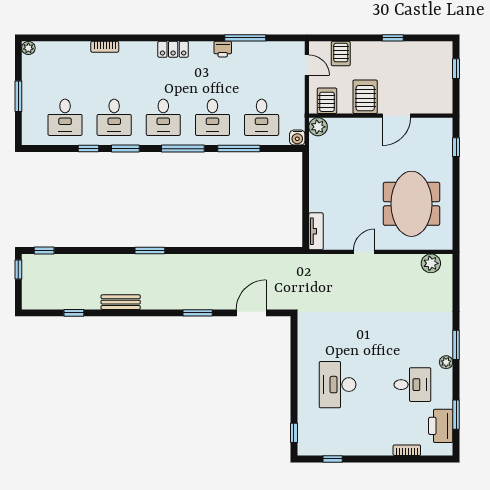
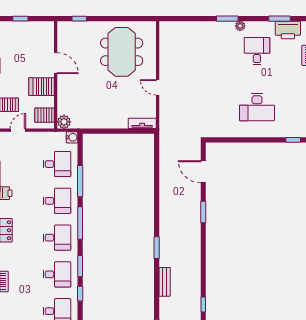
meeting table: (412, 204) -> (122, 52), turned 90
plant: (431, 263) -> (166, 37), removed
bench: (121, 302) -> (165, 282), moved

